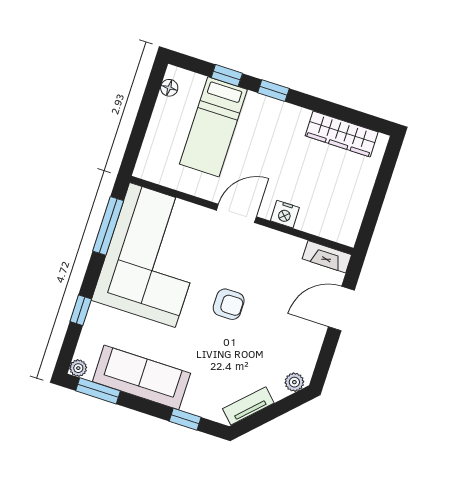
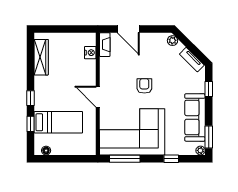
nightstand: (285, 214) -> (90, 53), moved

